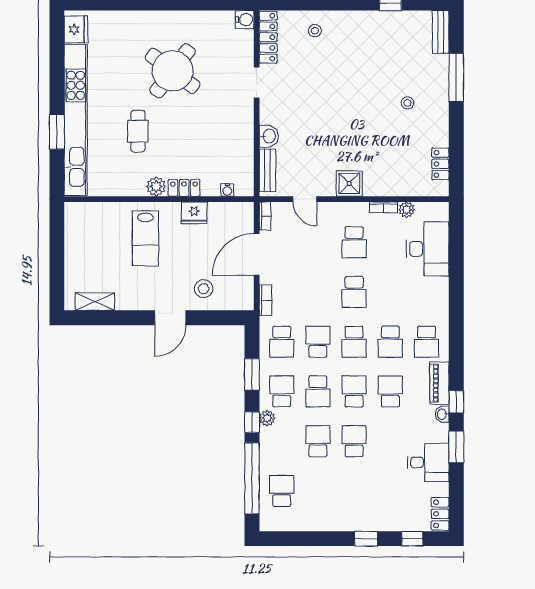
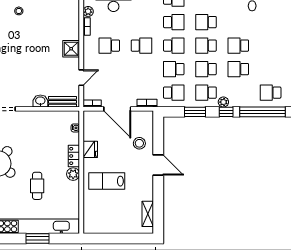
cafe table: (138, 131) -> (37, 186), turned 90
lab bench: (145, 238) -> (107, 181), turned 180
school desk: (354, 242) -> (109, 46), turned 180
school desk: (318, 391) -> (206, 69), turned 180

